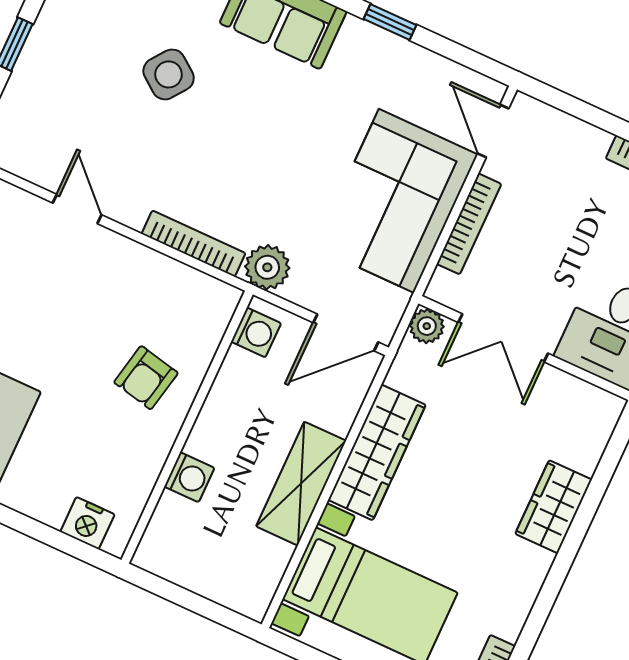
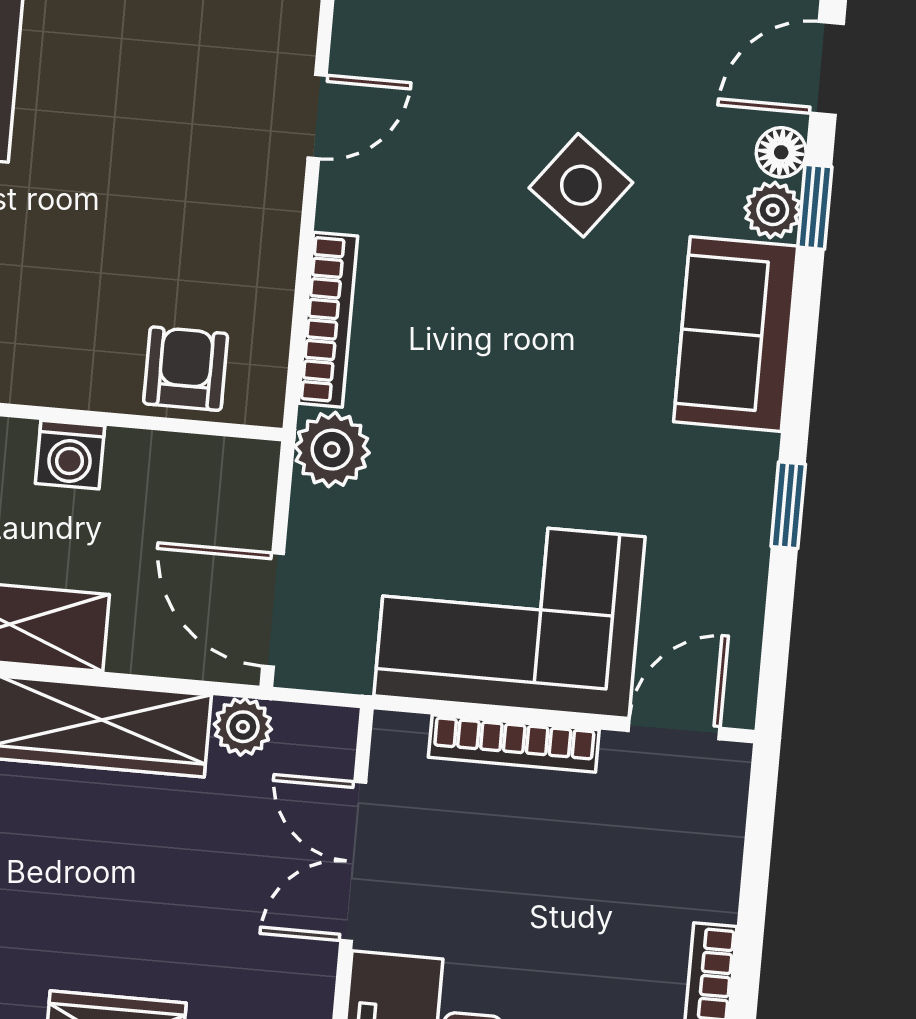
plant: (427, 326) -> (243, 727), moved
washing machine: (256, 332) -> (70, 455), moved
armchair: (146, 378) -> (186, 369), moved, turned 78

